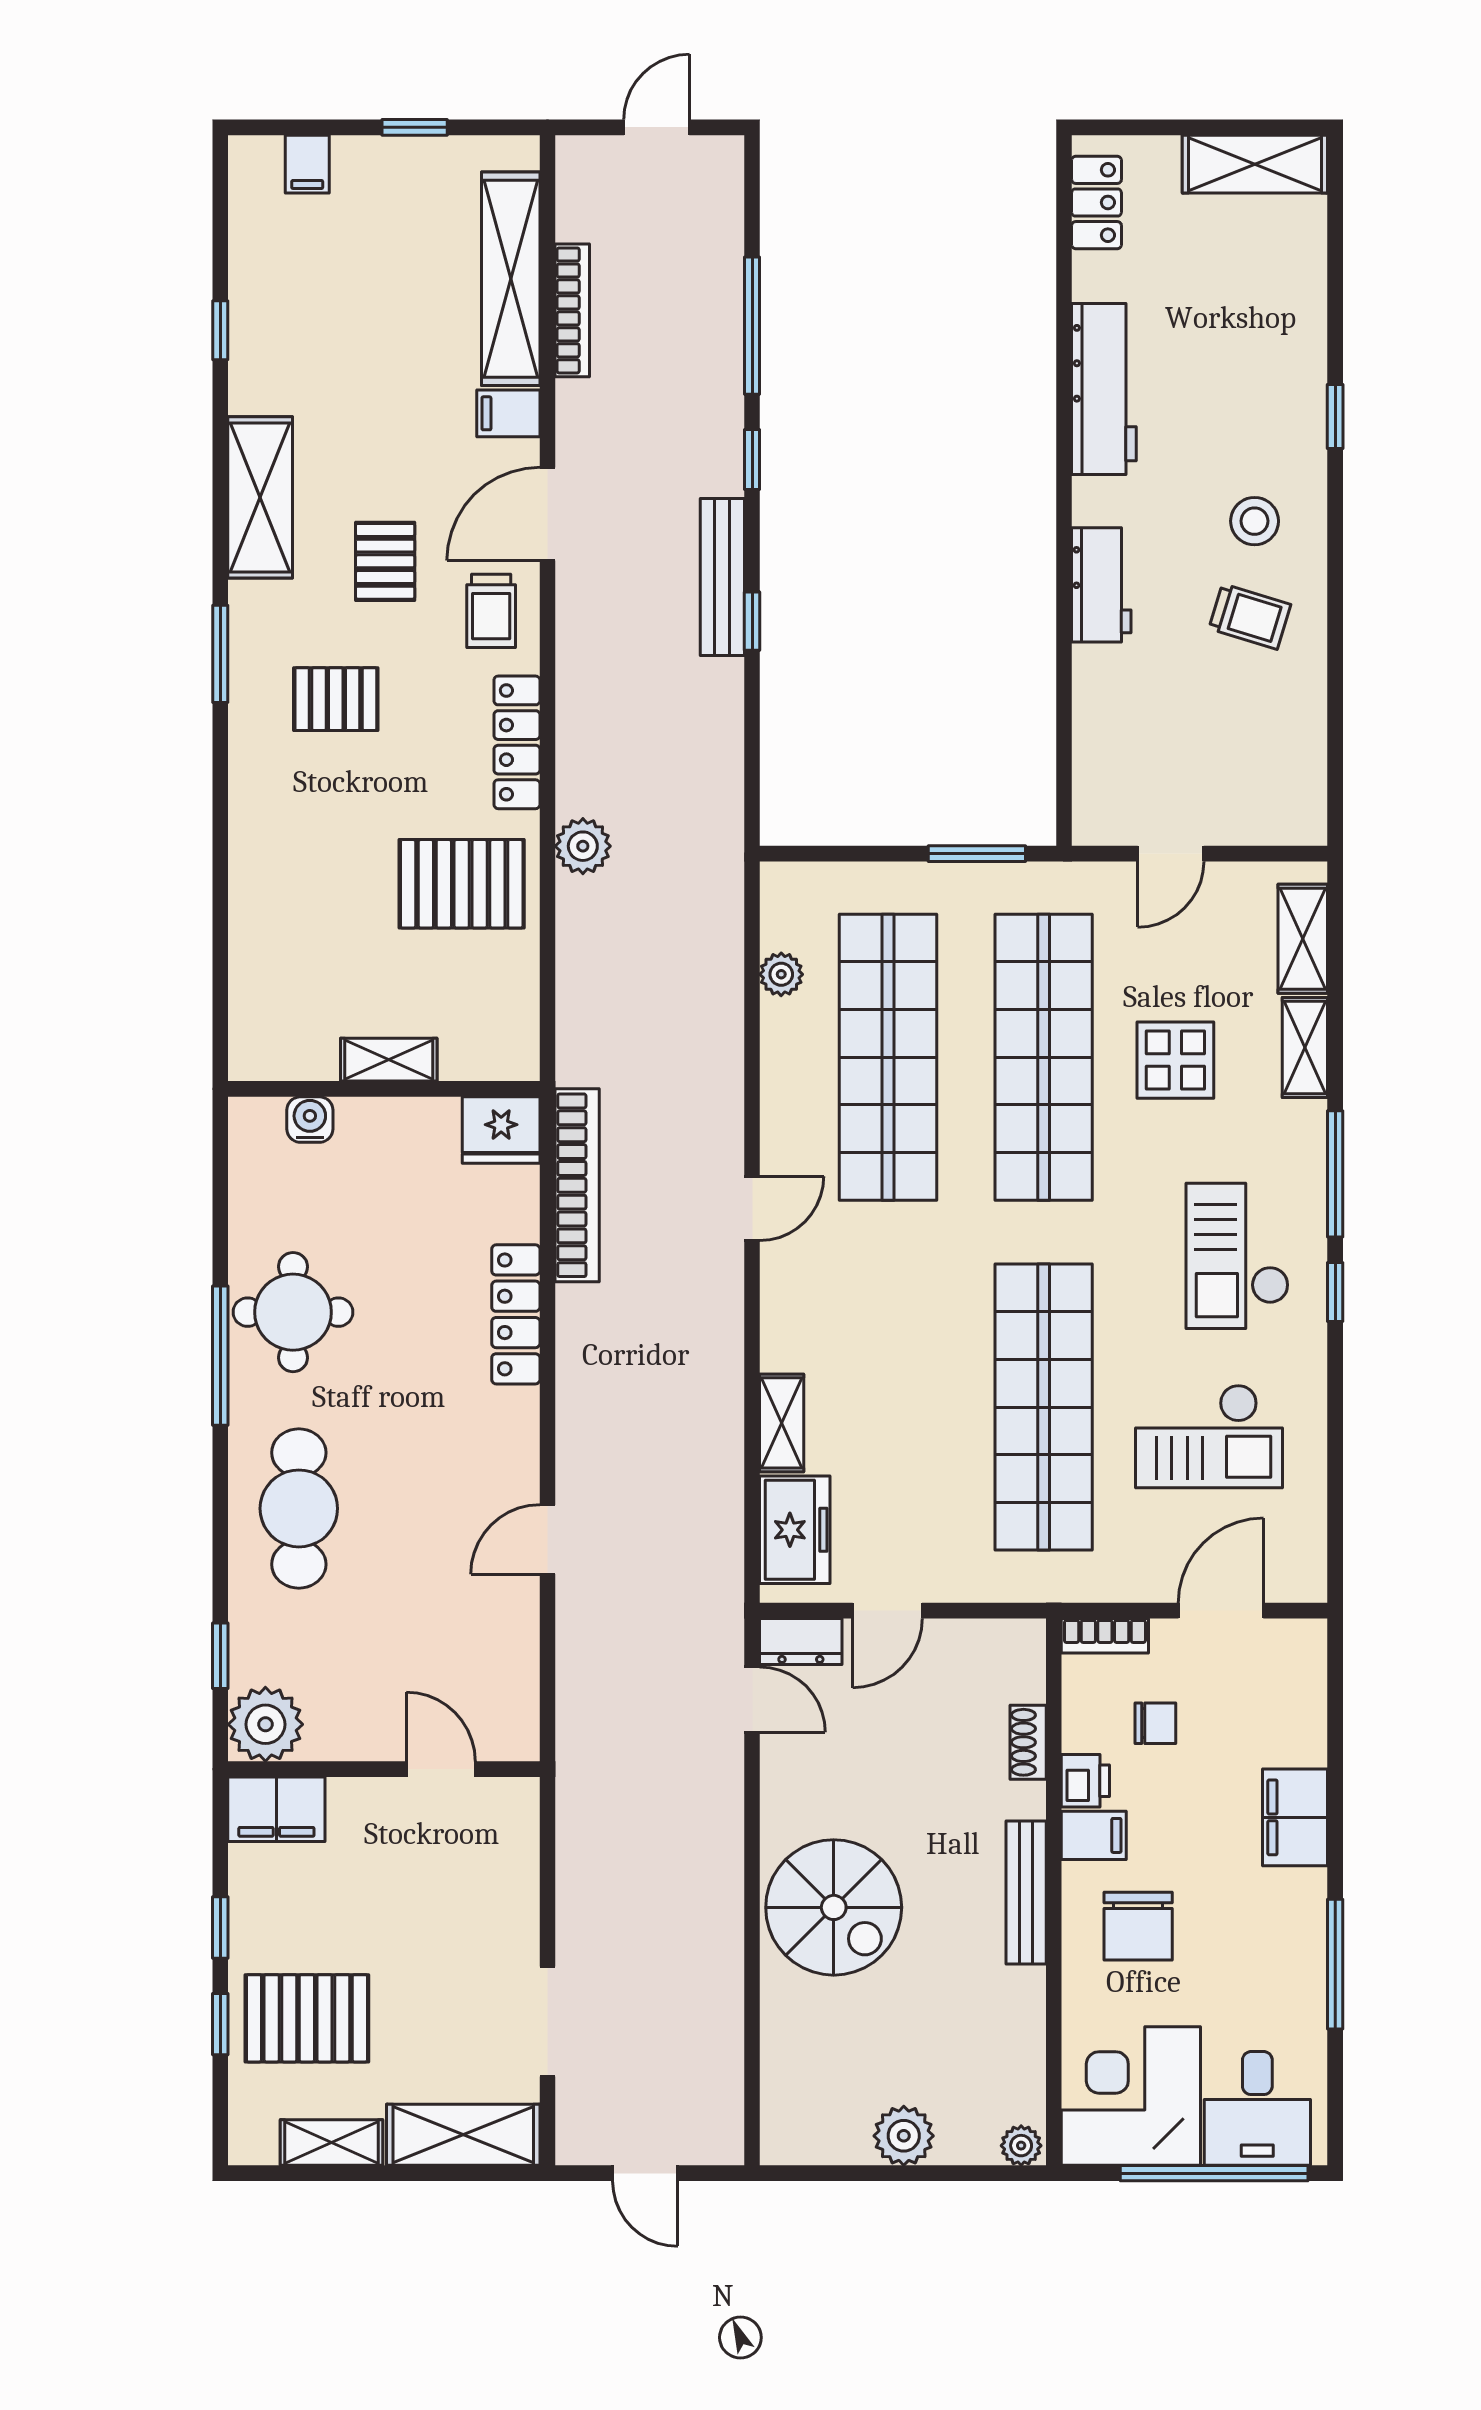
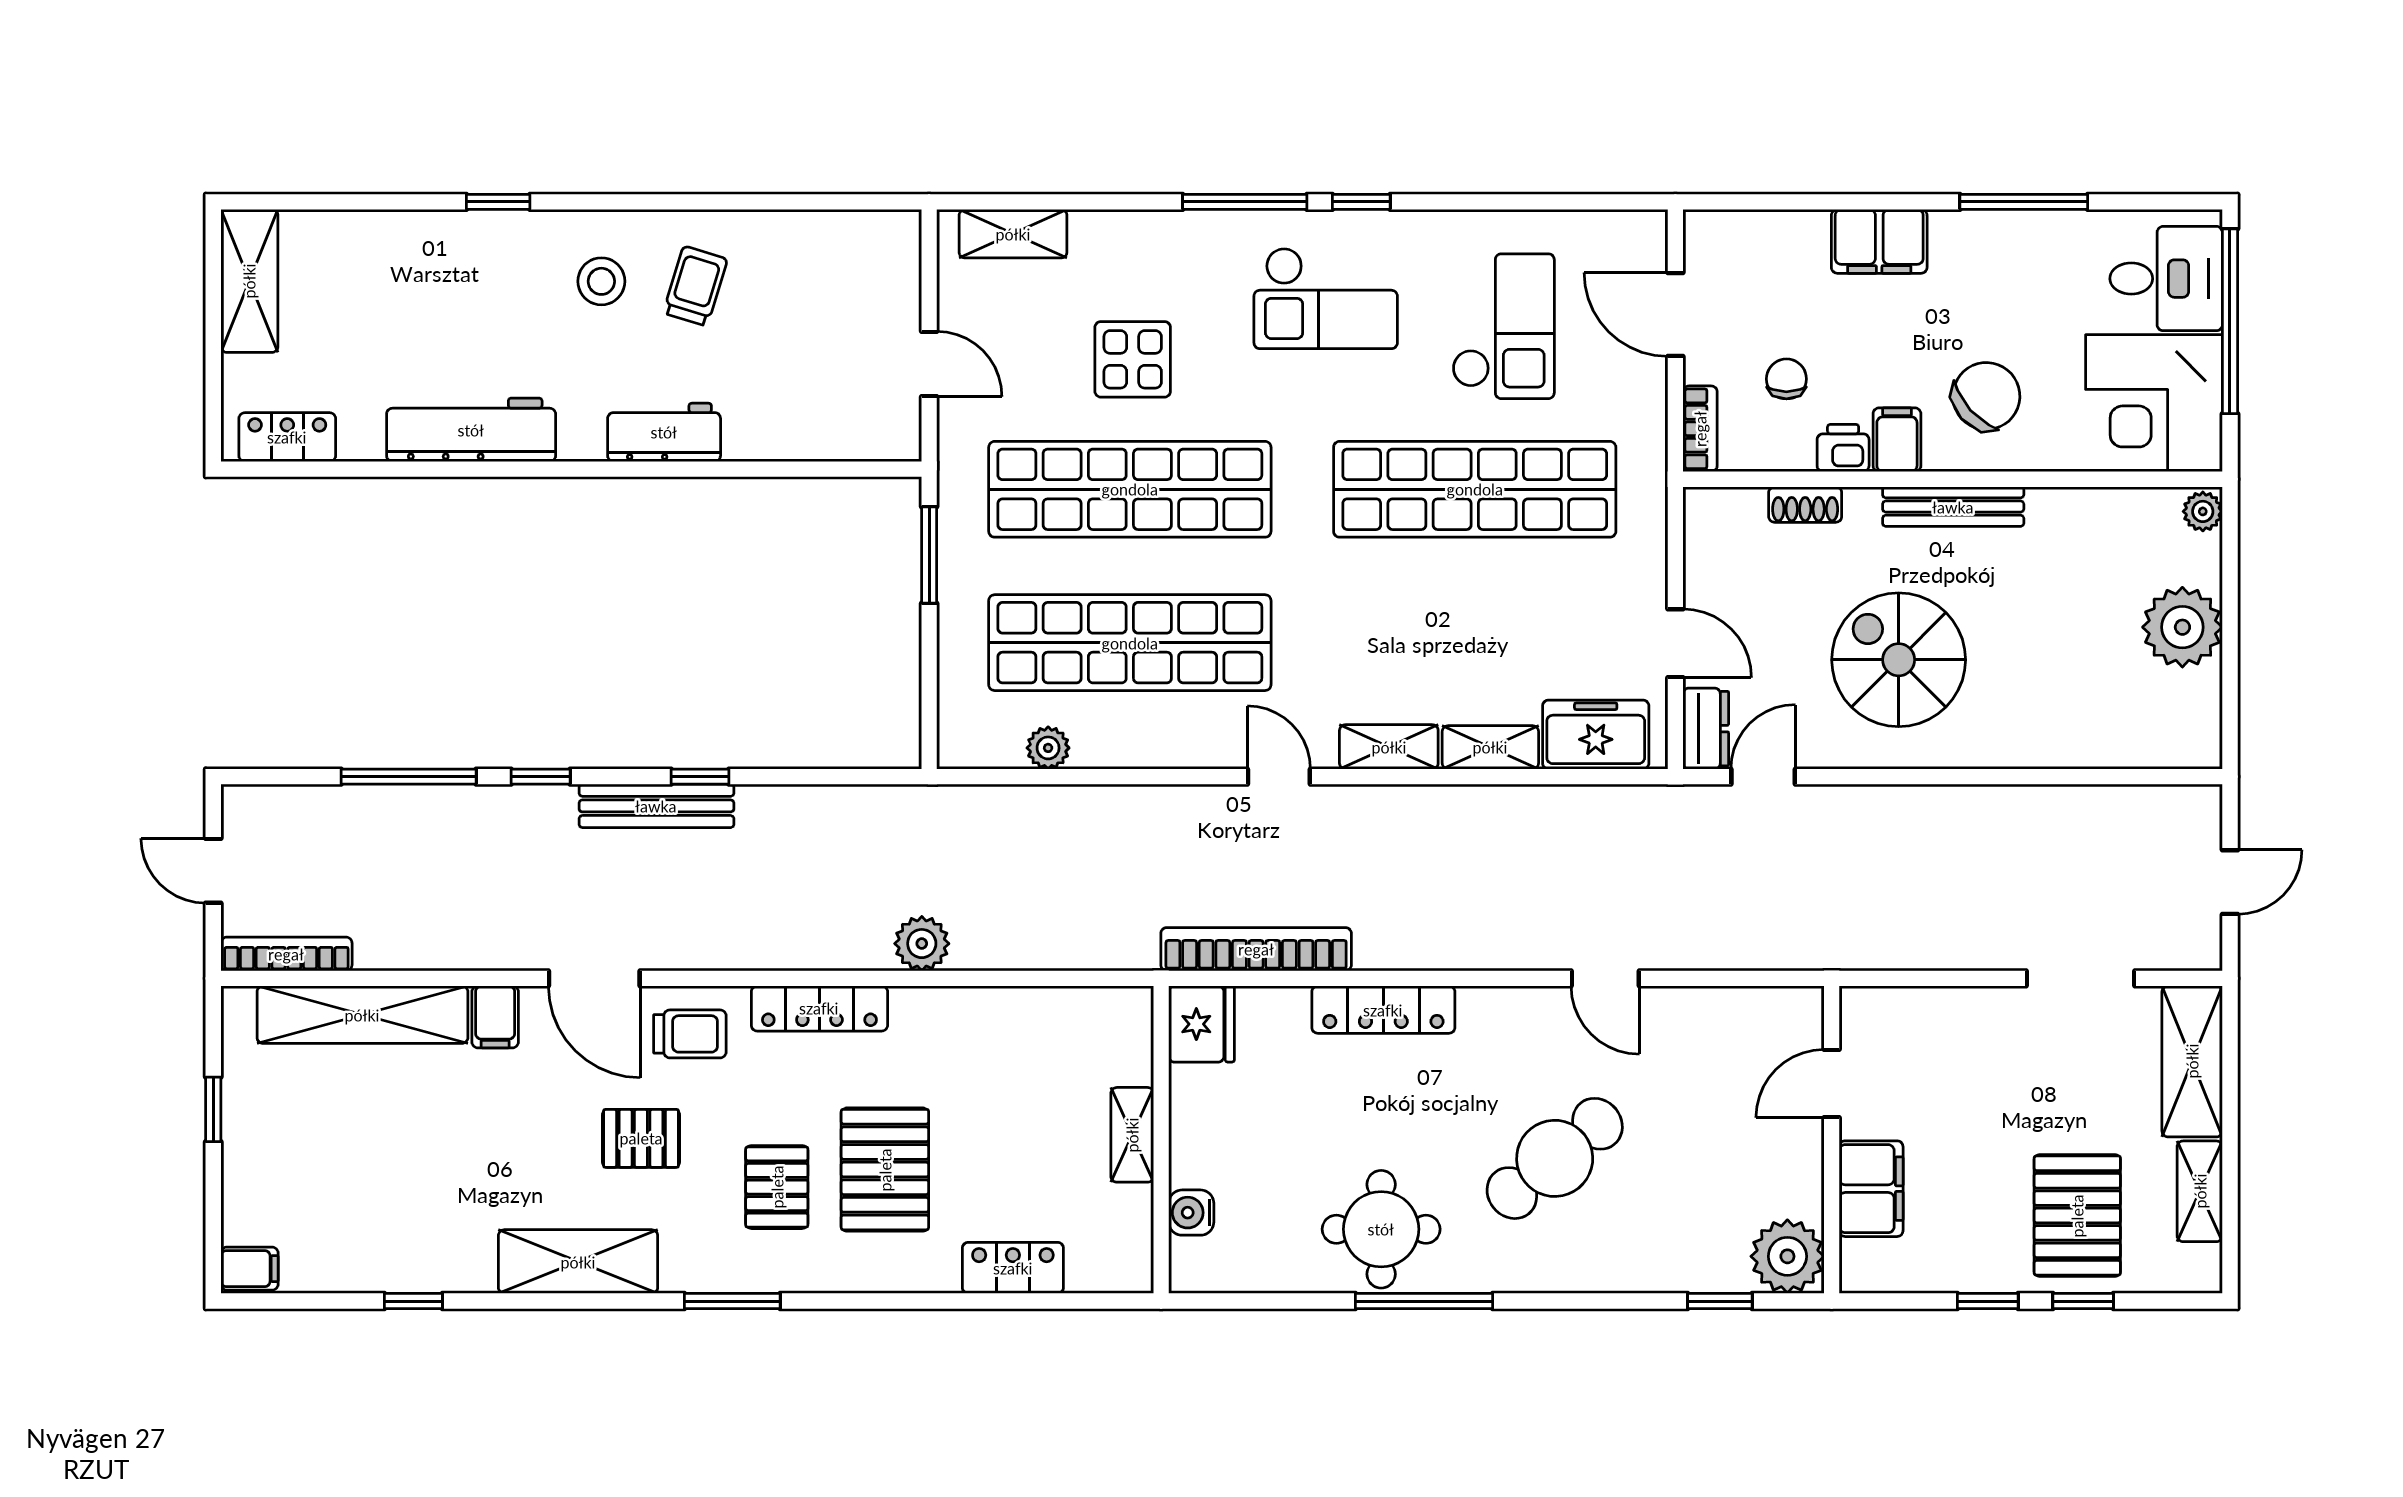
filing cabinet: (307, 164) -> (249, 1269), moved
bookcase: (572, 310) -> (286, 954), moved
pallet: (462, 884) -> (885, 1170), moved
locker: (254, 939) -> (1013, 1268), added
shelving: (1305, 1048) -> (1389, 747), moved
cafe table: (299, 1508) -> (1555, 1158), moved, turned -39
filing cabinet: (276, 1809) -> (1871, 1189), moved
spiral stairs: (834, 1907) -> (1899, 660), moved, turned -90
chair: (1138, 1926) -> (1986, 396), turned -42
plant: (904, 2136) -> (2182, 627), width x1.36, depth x1.36

